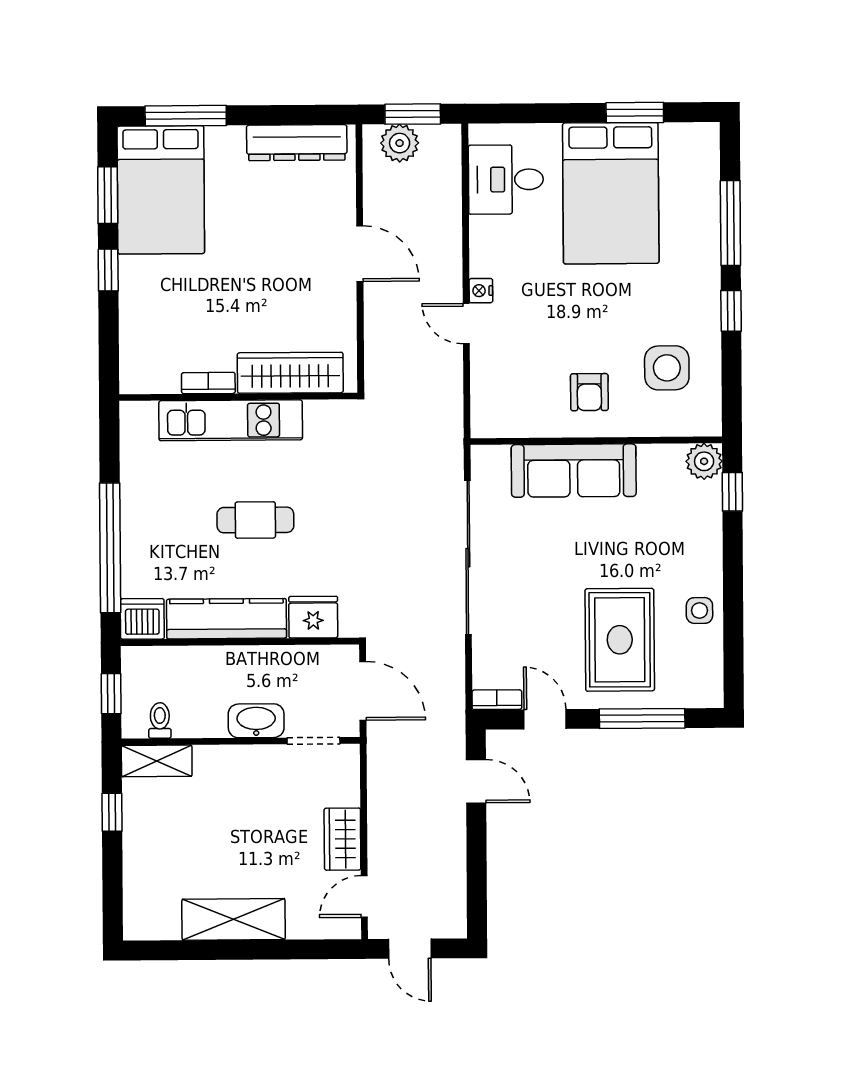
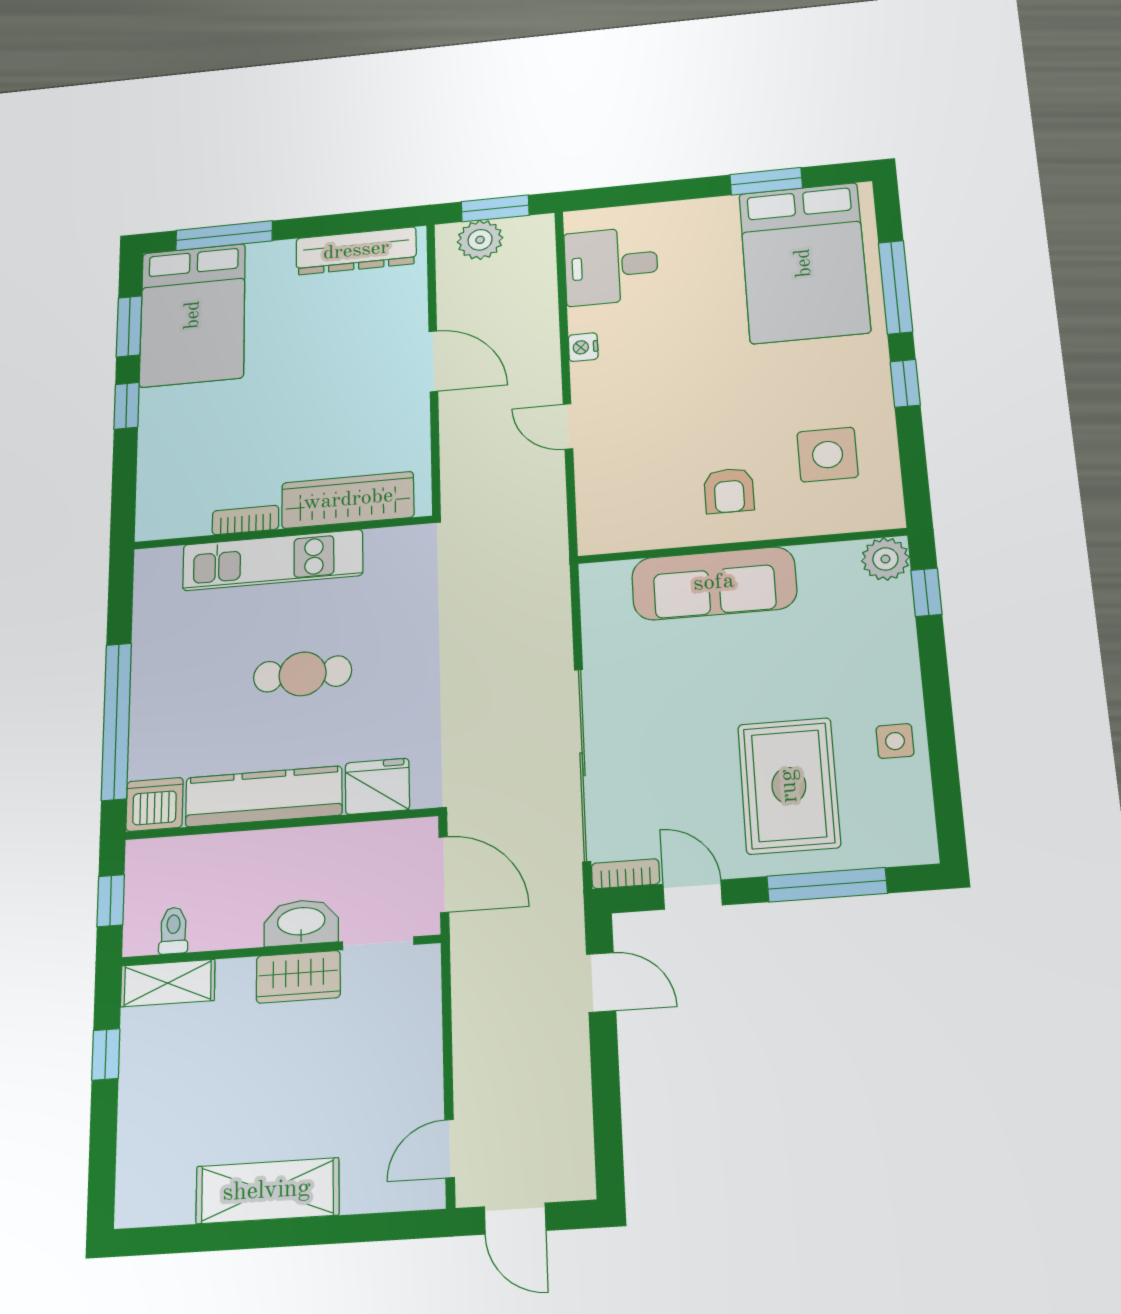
bed: (611, 193) -> (804, 263), moved
nightstand: (481, 291) -> (583, 347), moved
sliding door: (468, 558) -> (583, 764), moved
wardrobe: (342, 839) -> (298, 977), moved, turned -90

